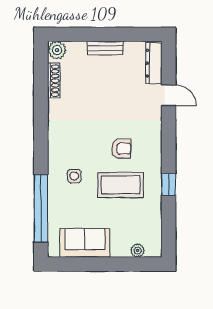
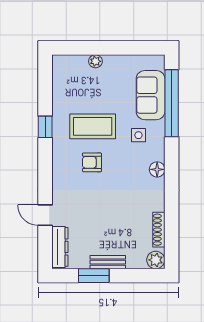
window: (120, 34) -> (94, 276), added
floor lamp: (56, 141) -> (157, 169), added
sofa: (85, 243) -> (151, 95), moved, turned 90
plant: (138, 251) -> (95, 61), moved

